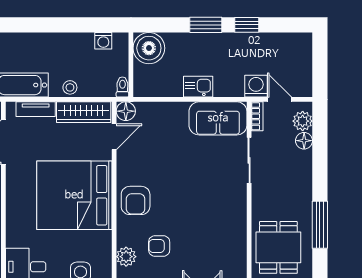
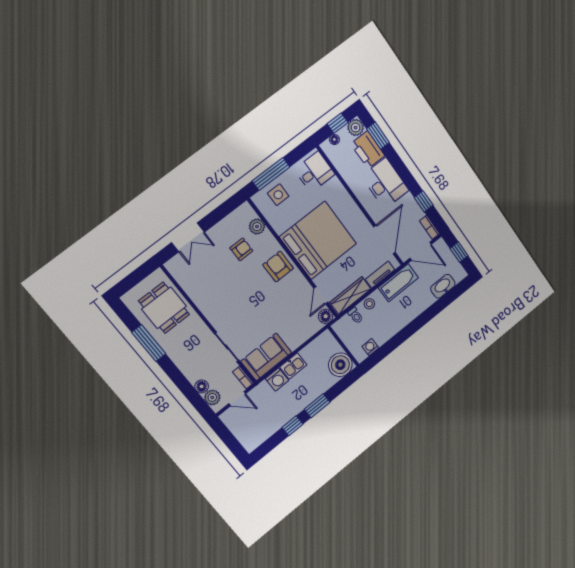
washing machine: (256, 86) -> (277, 379), moved
toilet: (122, 87) -> (355, 315), moved

